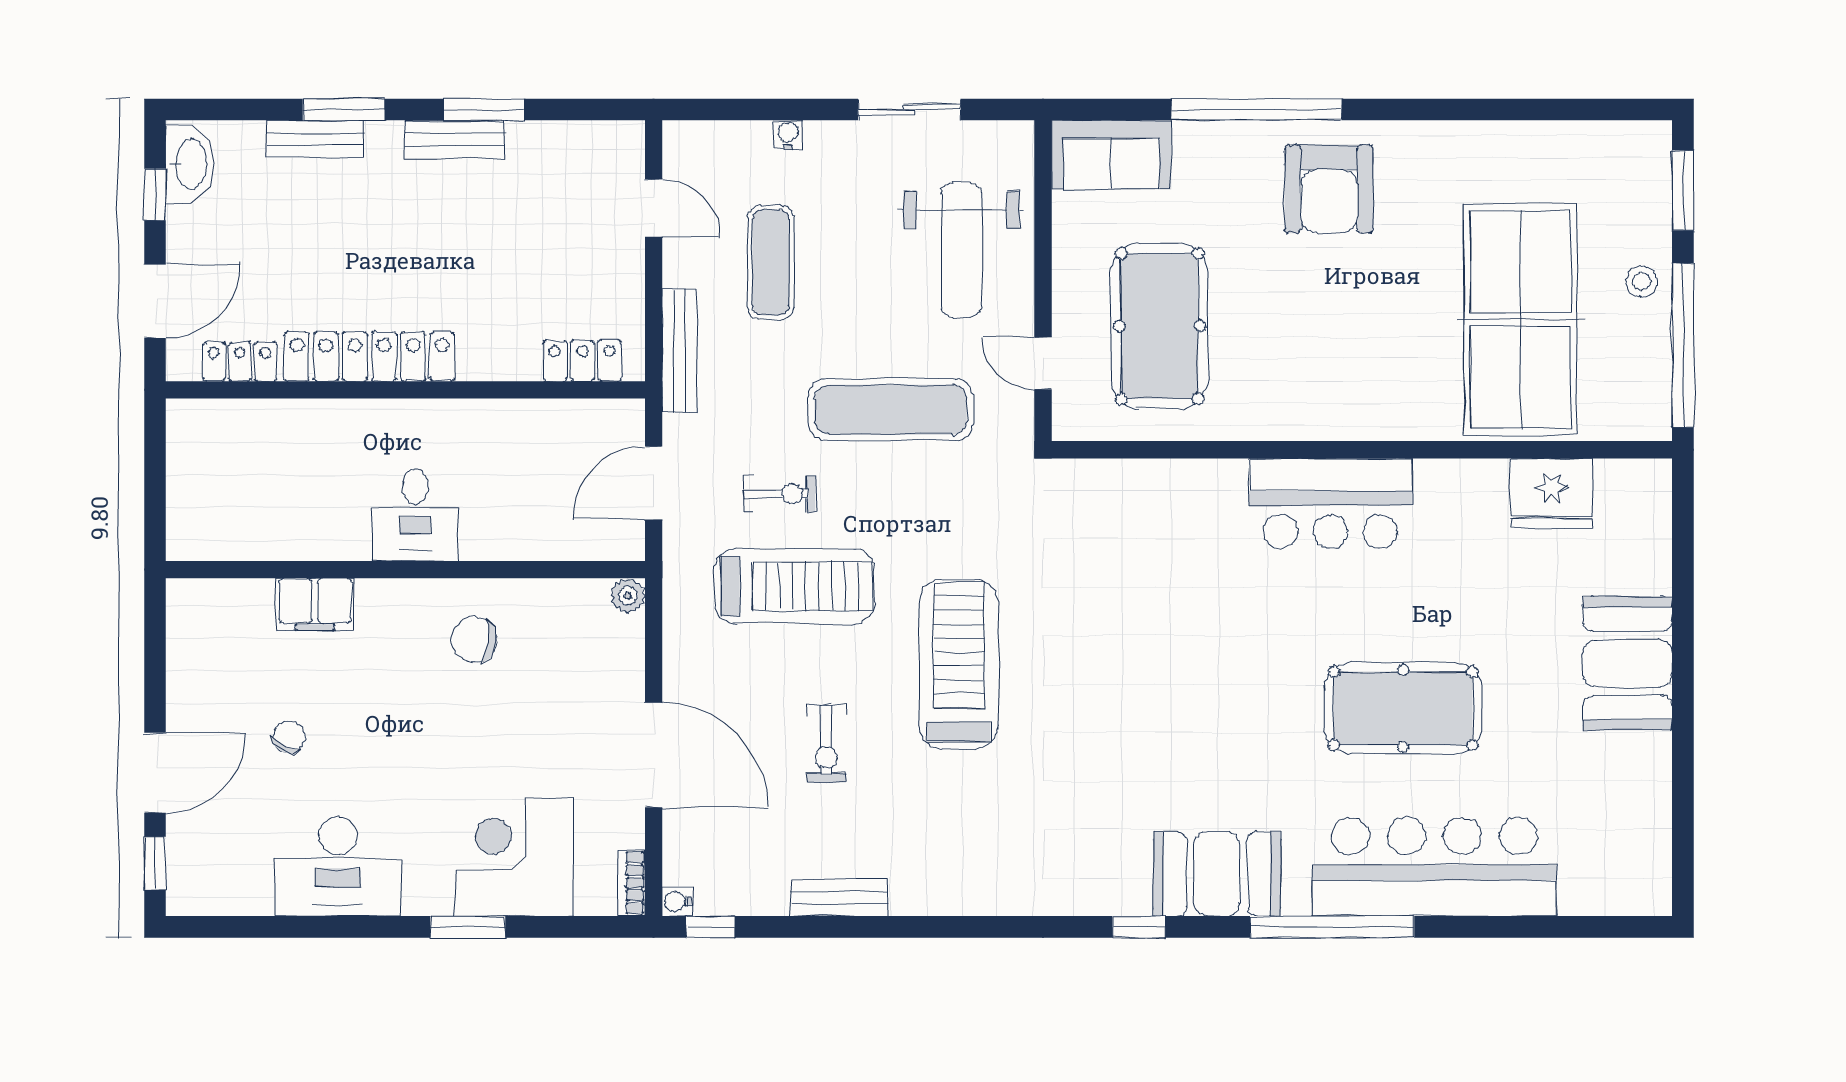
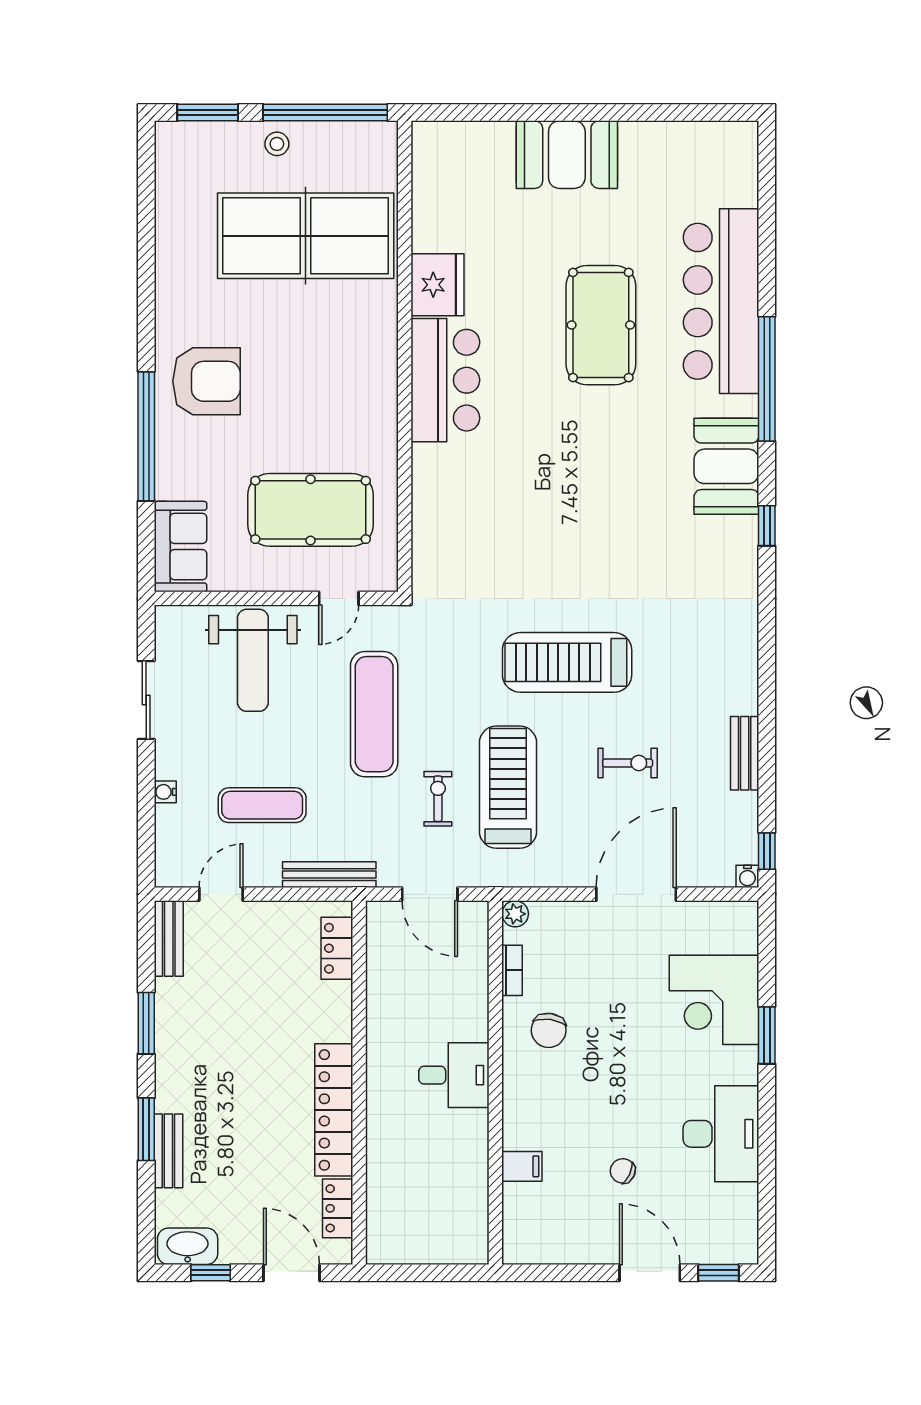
bench: (454, 139) -> (169, 939), moved
weight bench: (962, 250) -> (253, 660), turned 90
fridge: (1552, 493) -> (437, 285), moved
filing cabinet: (315, 604) -> (522, 1166), width x0.50
bookcase: (632, 883) -> (512, 970), moved, turned -90

